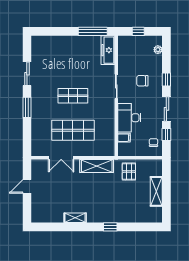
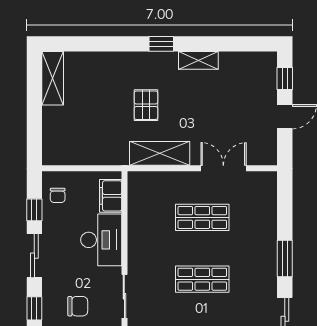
shop shelf: (73, 130) -> (202, 217), width x0.70, depth x0.74
filing cabinet: (124, 138) -> (111, 196), width x2.00
pallet: (129, 172) -> (146, 105), moved
shelving: (156, 191) -> (53, 78), moved
window: (27, 208) -> (285, 79), added
window: (110, 227) -> (161, 44), moved

